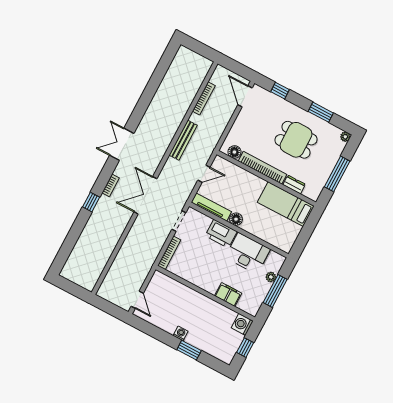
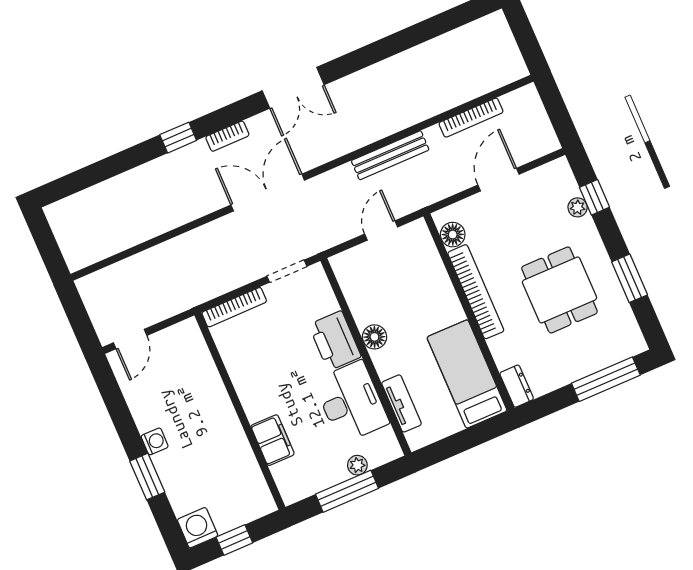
door: (245, 96) -> (498, 180), moved
plant: (345, 137) -> (578, 207), moved
double door: (122, 144) -> (293, 88), swing flipped
door: (204, 174) -> (381, 230), swing flipped
window: (337, 174) -> (606, 379), moved
dresser: (294, 184) -> (517, 386), moved
tv unit: (211, 207) -> (402, 403), moved, width x0.71
washing machine: (242, 324) -> (198, 528), moved

